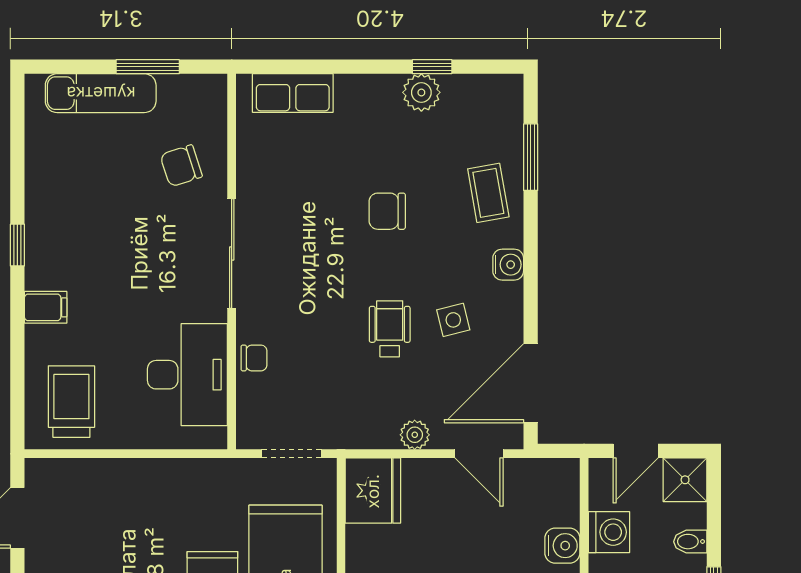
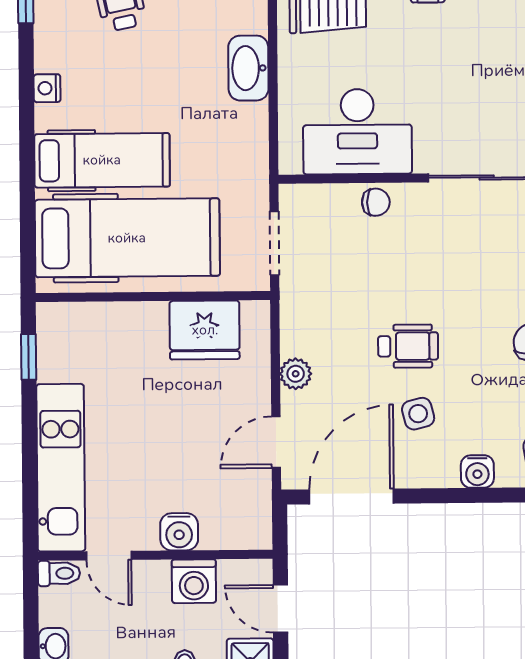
chair: (254, 358) -> (376, 202), turned -90
door: (531, 383) -> (352, 496), hinge flipped
washbasin: (127, 477) -> (248, 68), added
fridge: (373, 491) -> (205, 330), moved

